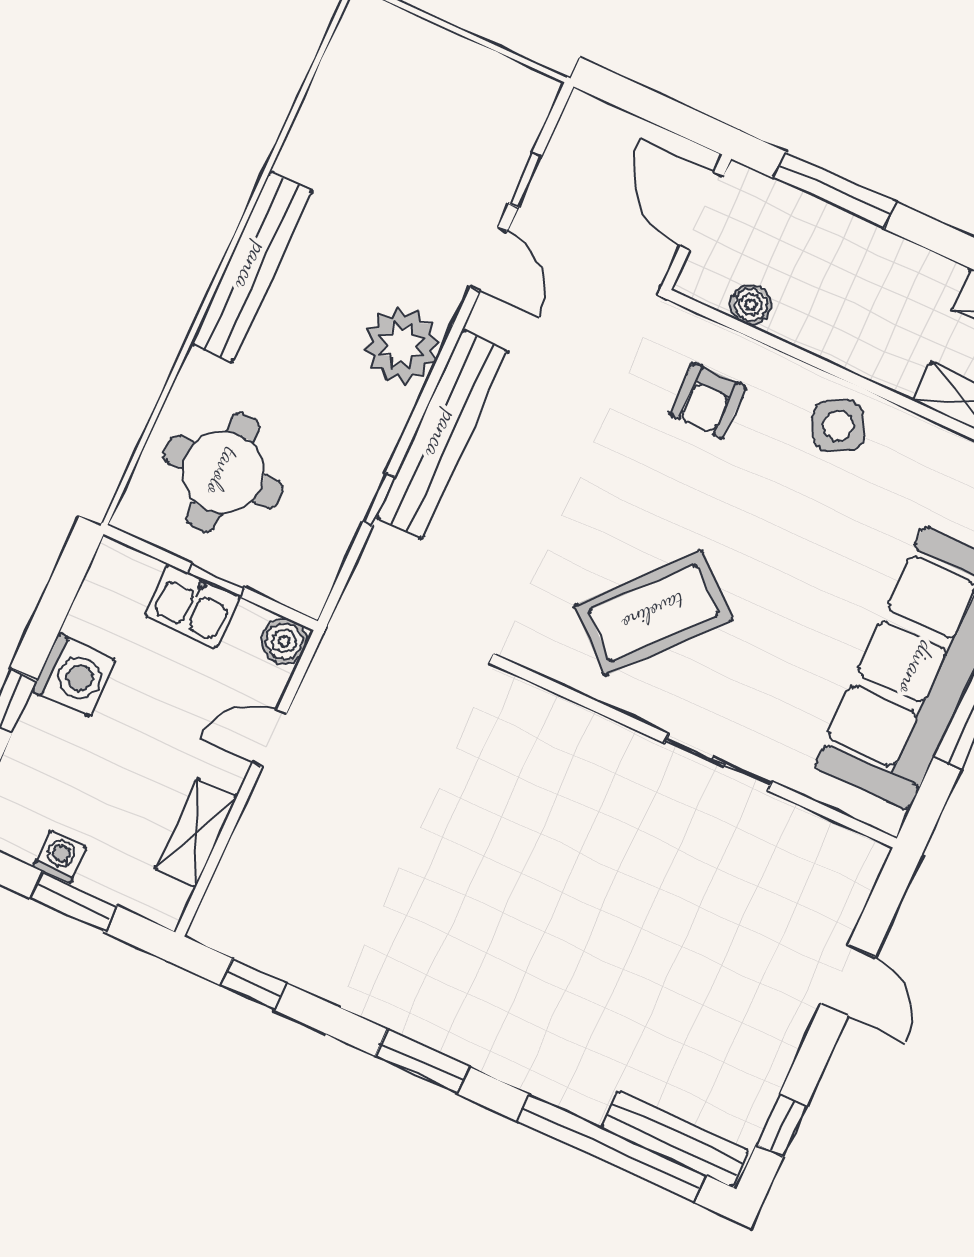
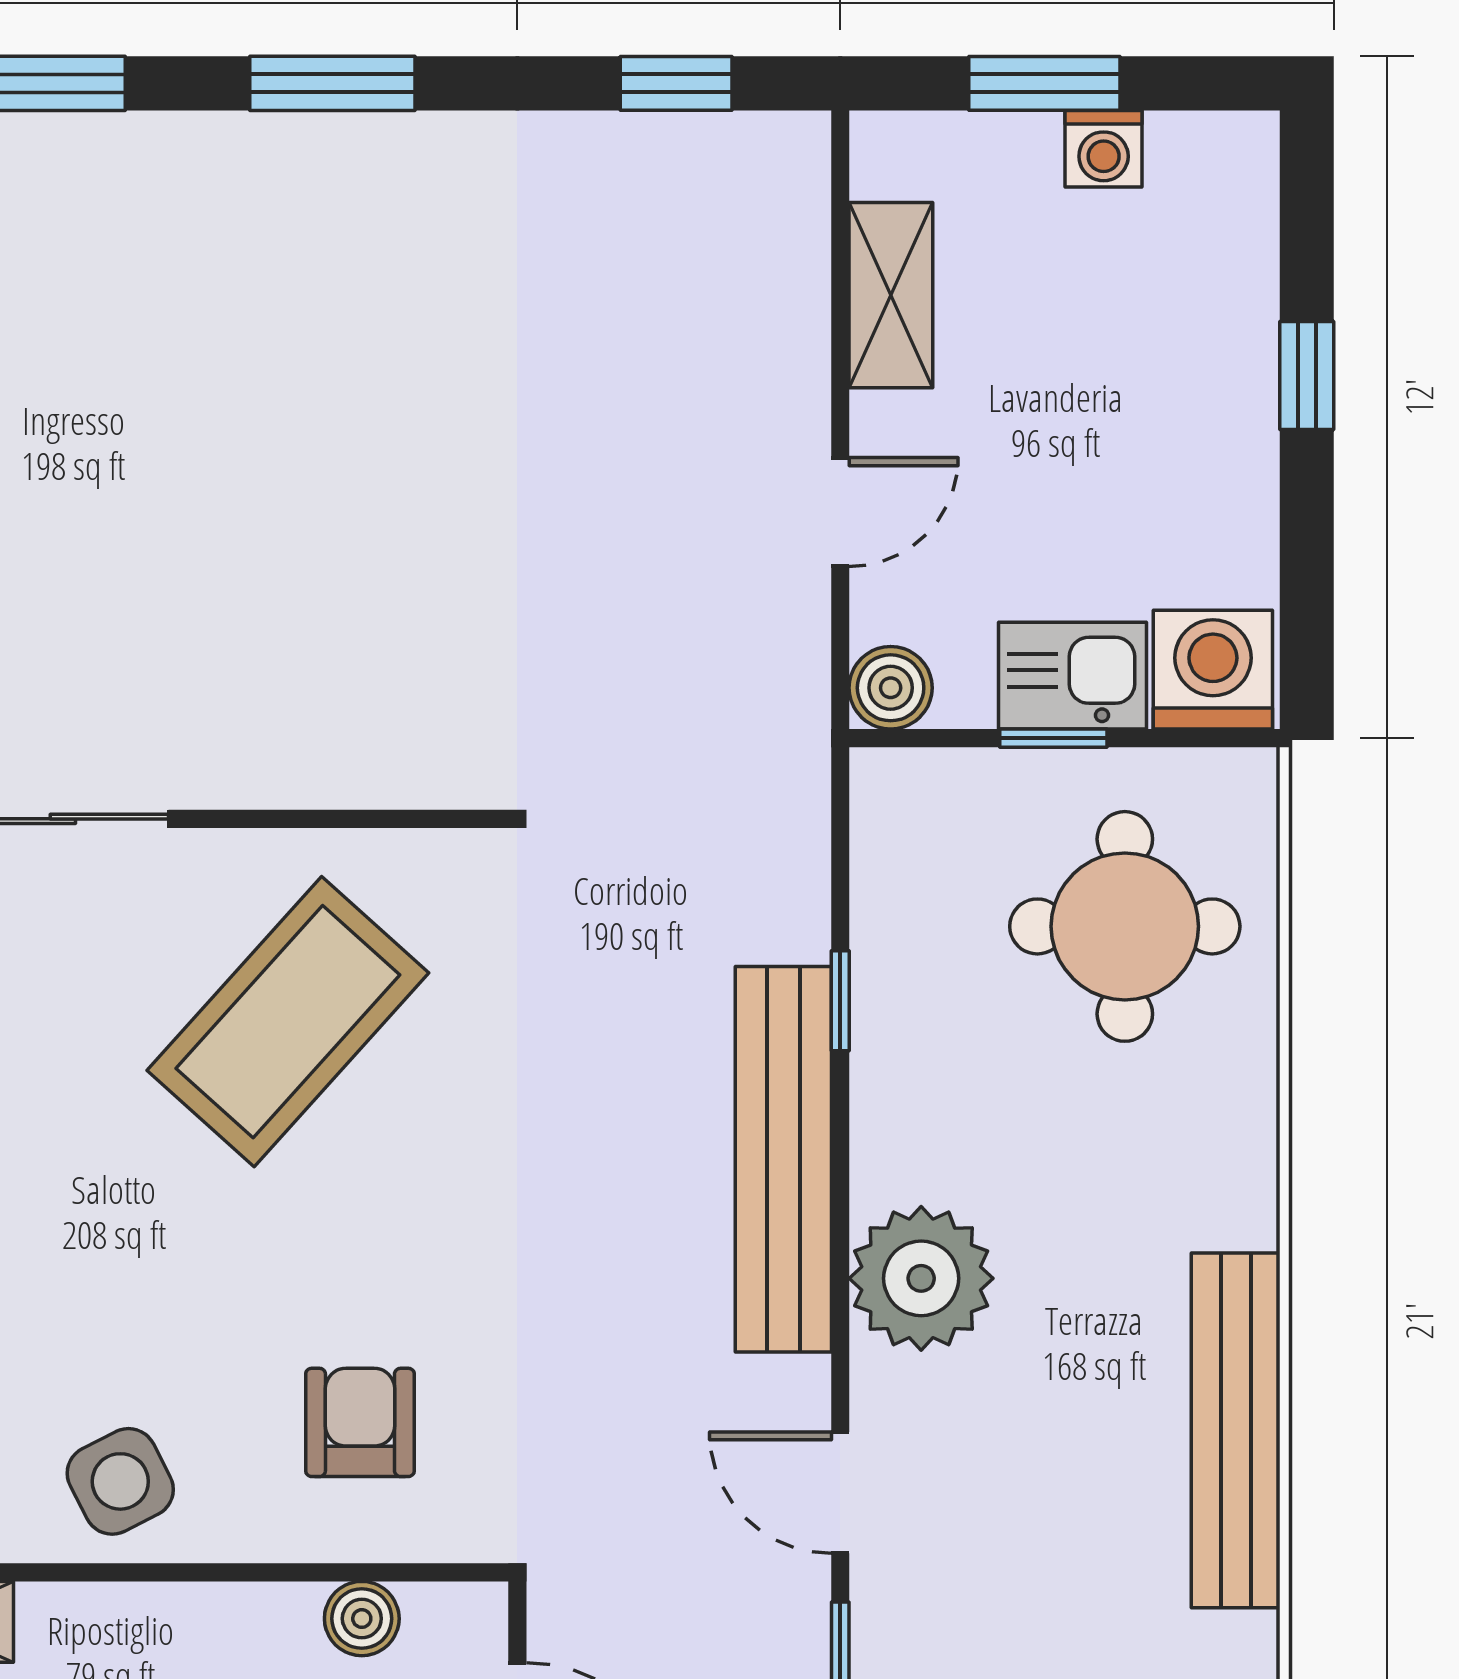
bench: (252, 267) -> (1236, 1430), moved
washing machine: (74, 675) -> (1213, 670), moved, turned 90

